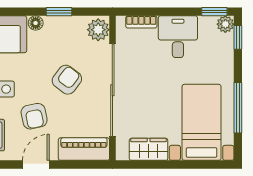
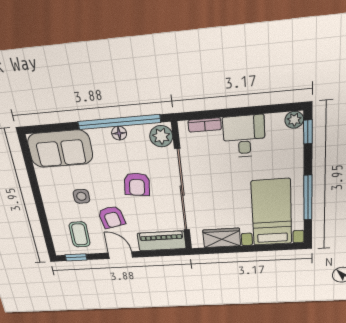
window: (59, 12) -> (119, 122), width x3.17
window: (214, 12) -> (282, 108), removed
floor lamp: (36, 23) -> (119, 133), moved
armchair: (67, 80) -> (137, 184), turned 150
door: (36, 165) -> (120, 255), hinge flipped

